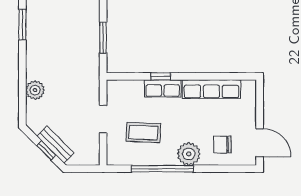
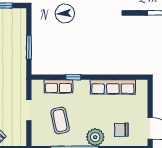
row of seats: (163, 88) -> (58, 86), moved
coffee table: (143, 133) -> (60, 121), turned 76

